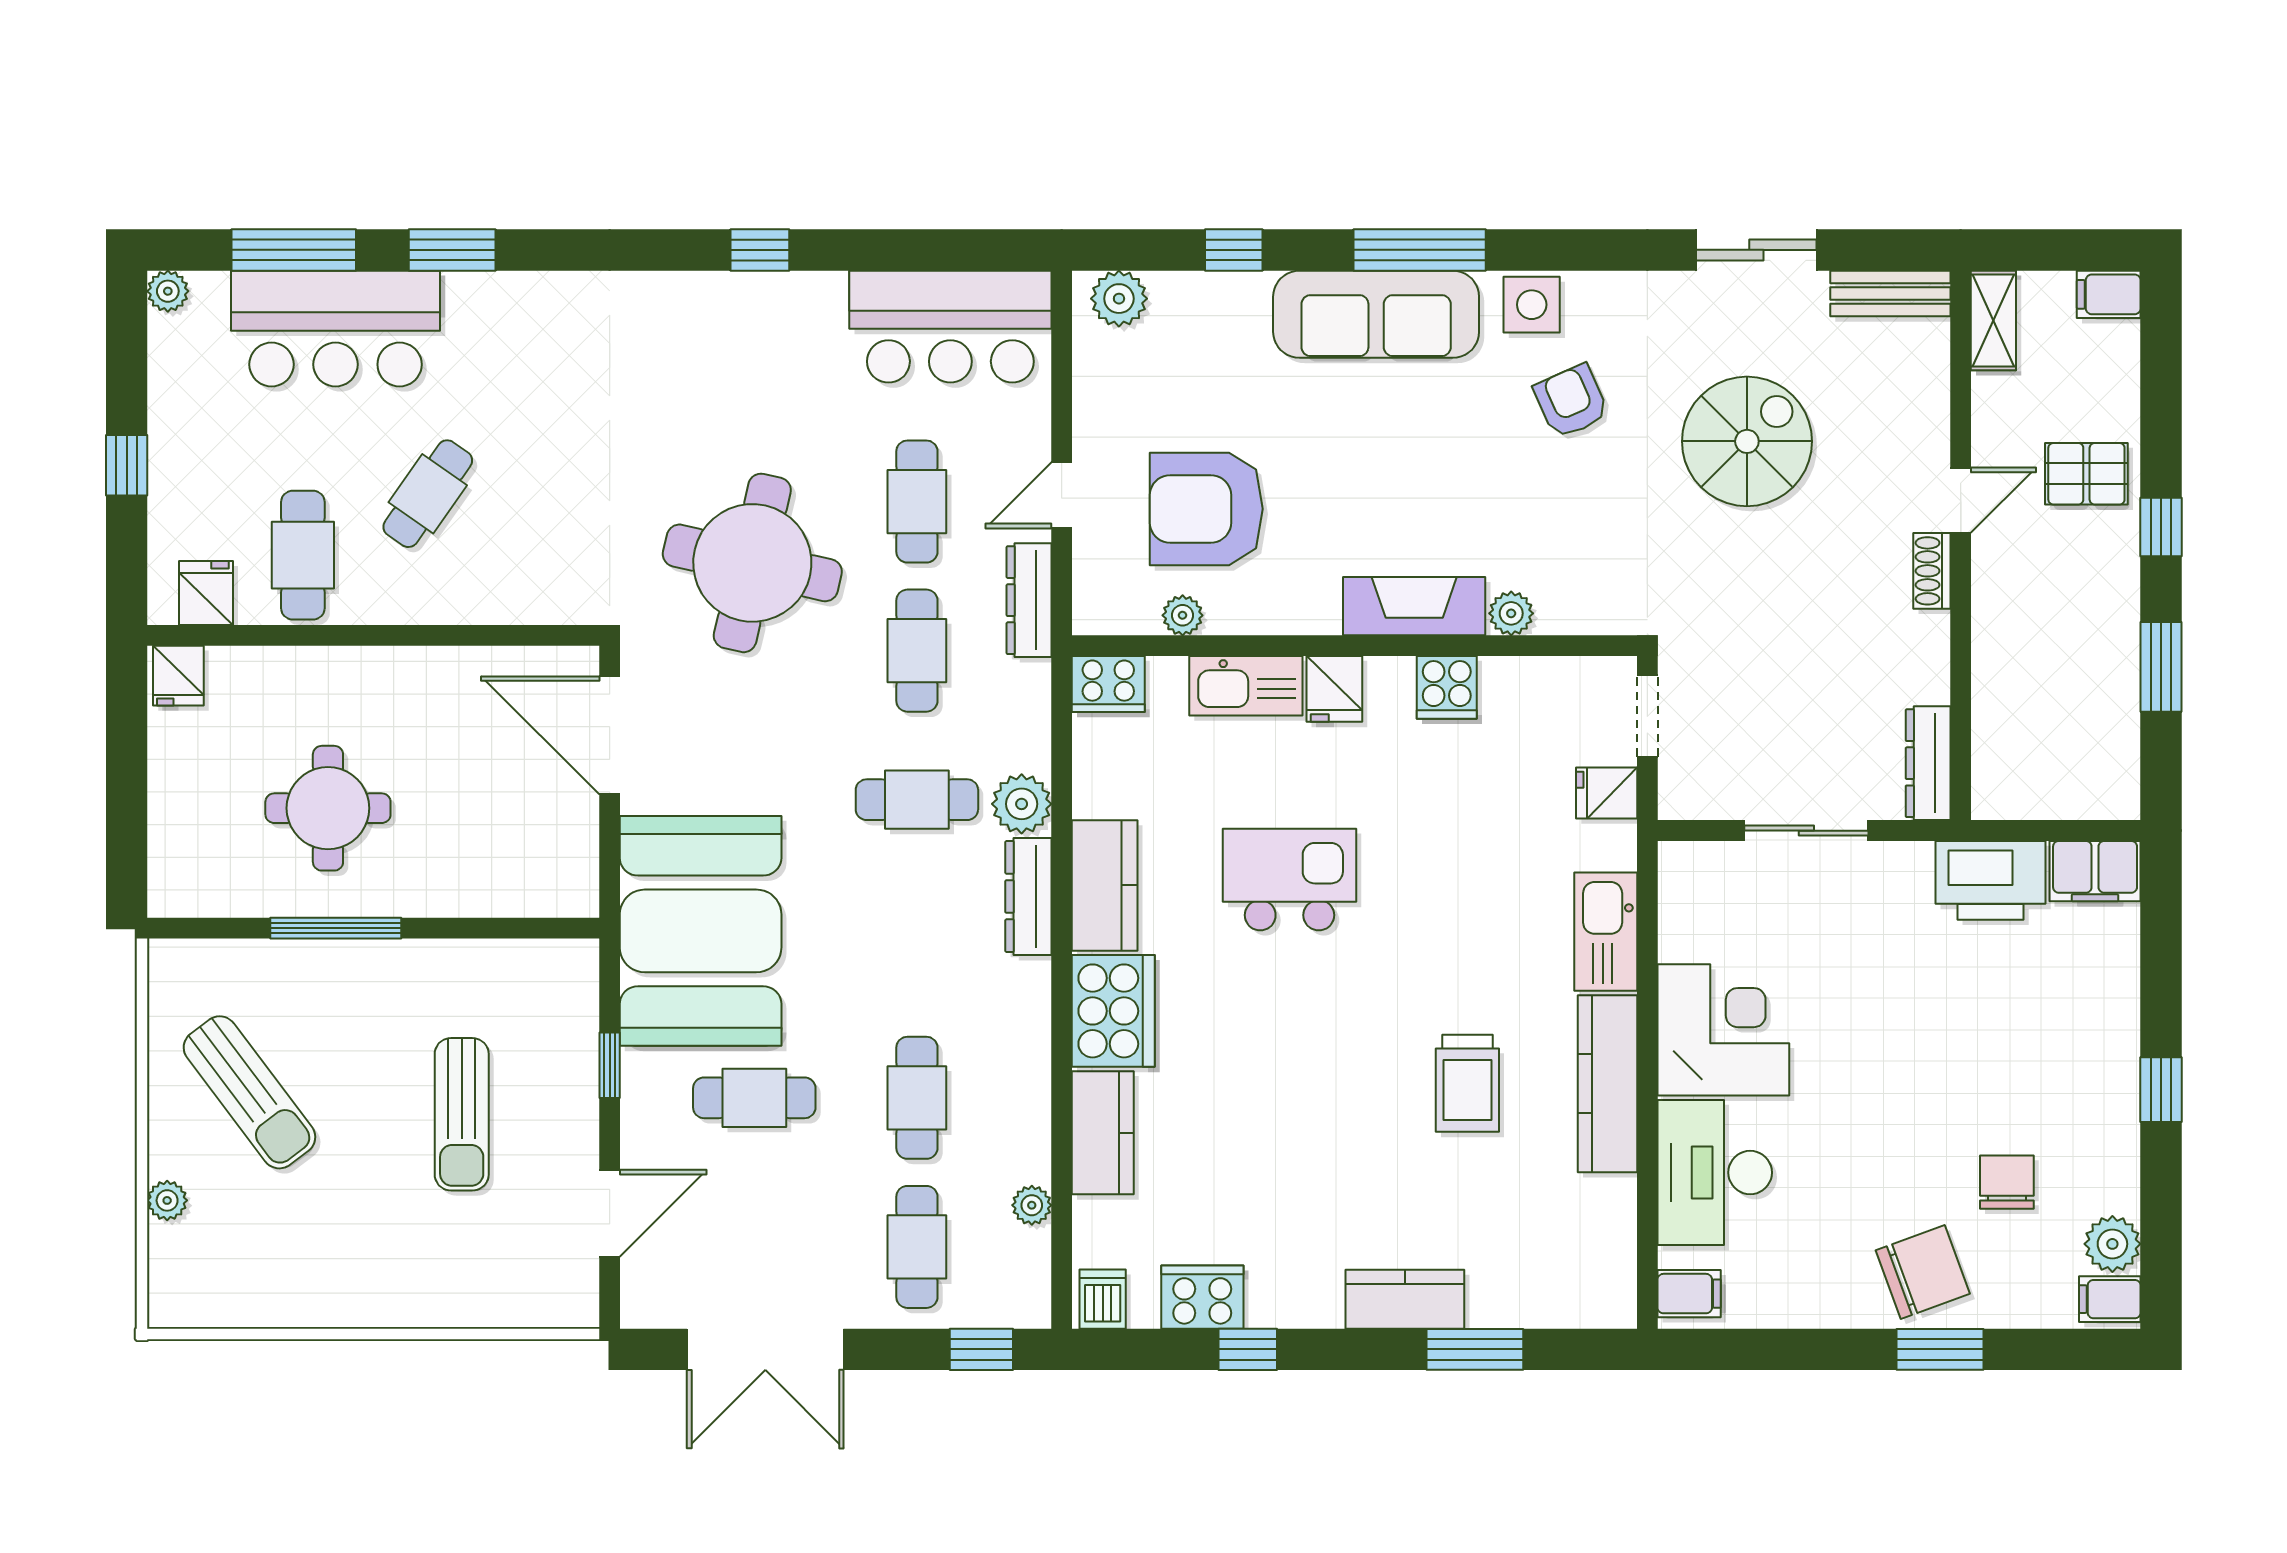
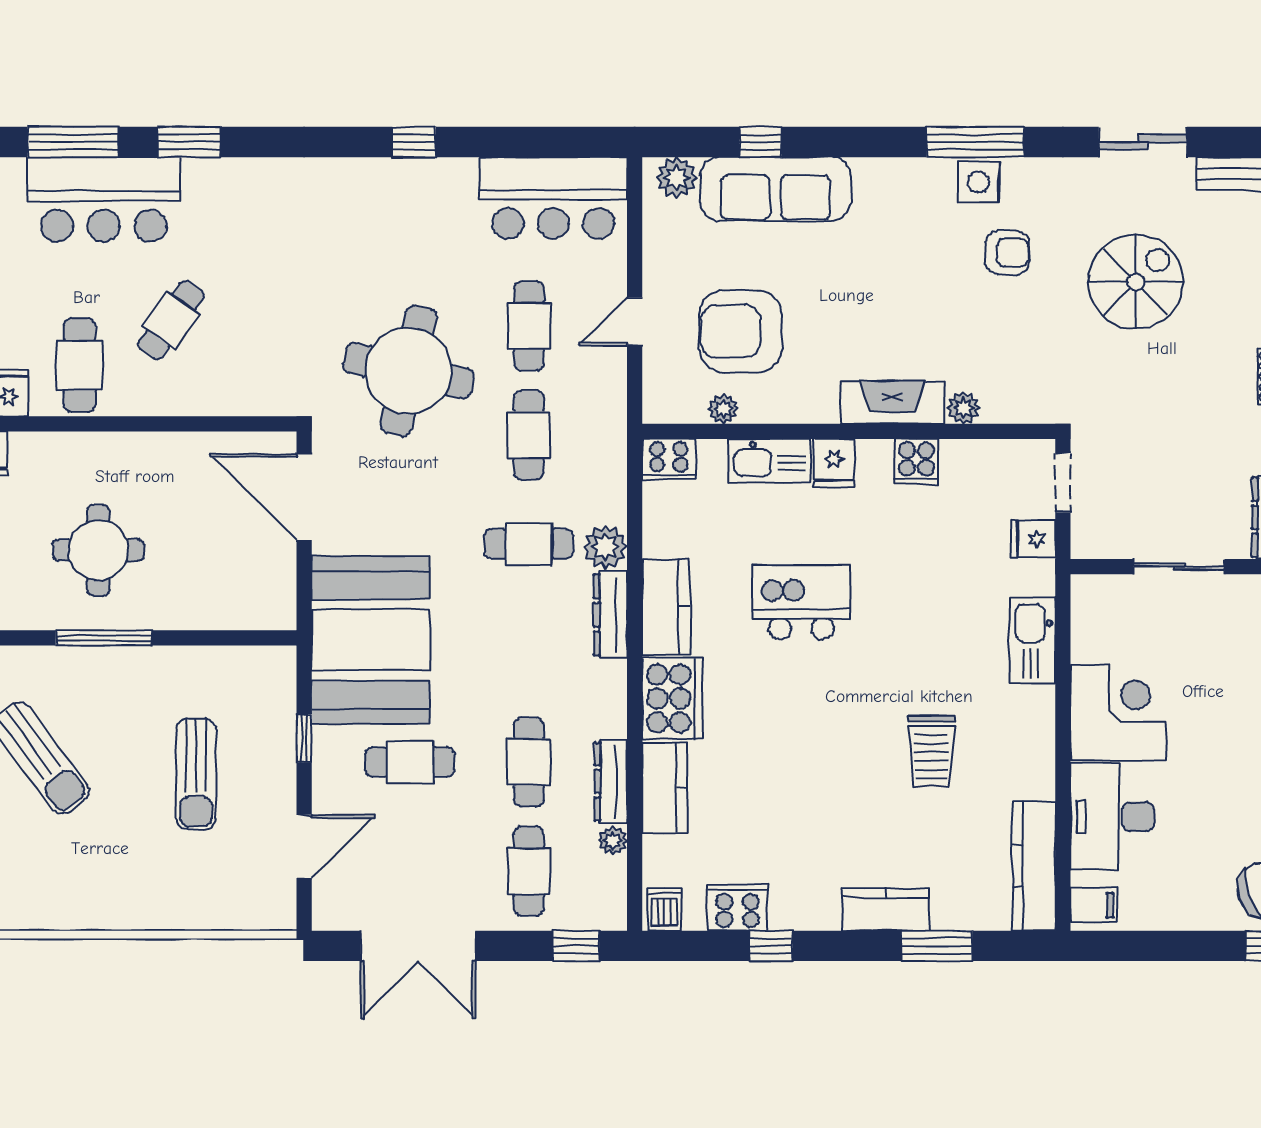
window: (1420, 250) -> (975, 142), moved
sofa: (1376, 314) -> (775, 189), moved
armchair: (1571, 401) -> (1007, 253), turned 114
dresser: (1029, 600) -> (611, 781), moved
kitchen counter: (1607, 1084) -> (1034, 866), moved

